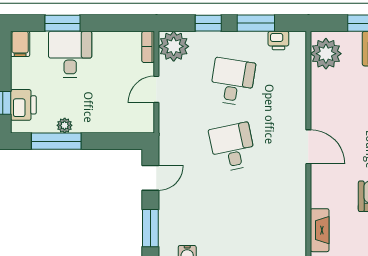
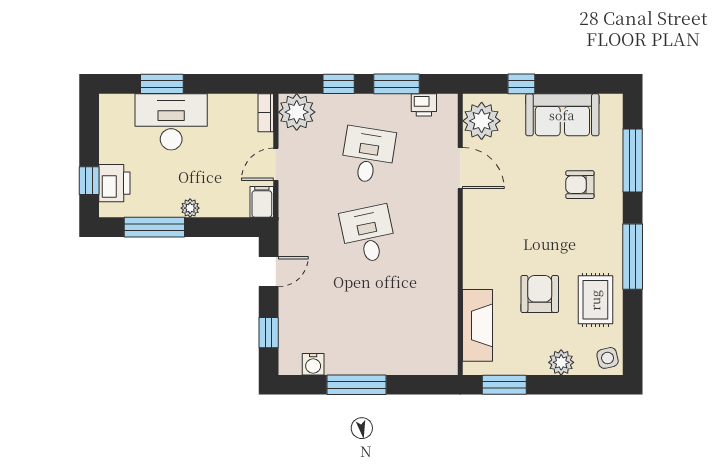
filing cabinet: (20, 44) -> (262, 202), moved, turned 180
desk: (70, 54) -> (171, 122), width x1.37
plant: (65, 125) -> (190, 208), moved
door: (308, 147) -> (460, 168), moved
window: (150, 228) -> (269, 333), width x0.67
fireplace: (320, 230) -> (477, 325), width x1.37, depth x1.32

